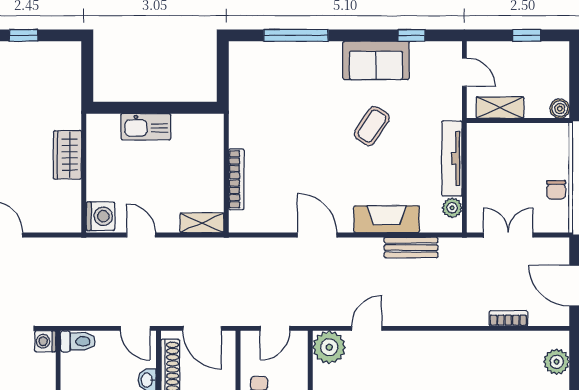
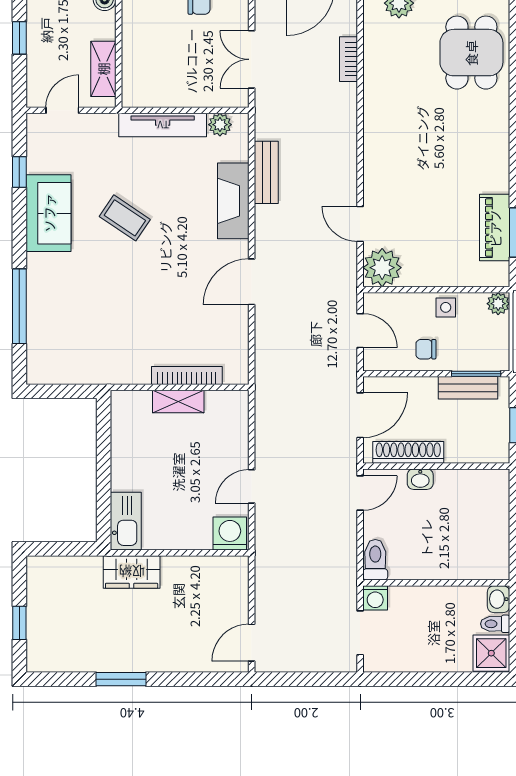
kitchen sink: (146, 127) -> (126, 521), moved
wardrobe: (67, 155) -> (132, 572), moved
shelving: (202, 223) -> (178, 402), moved, turned 90

